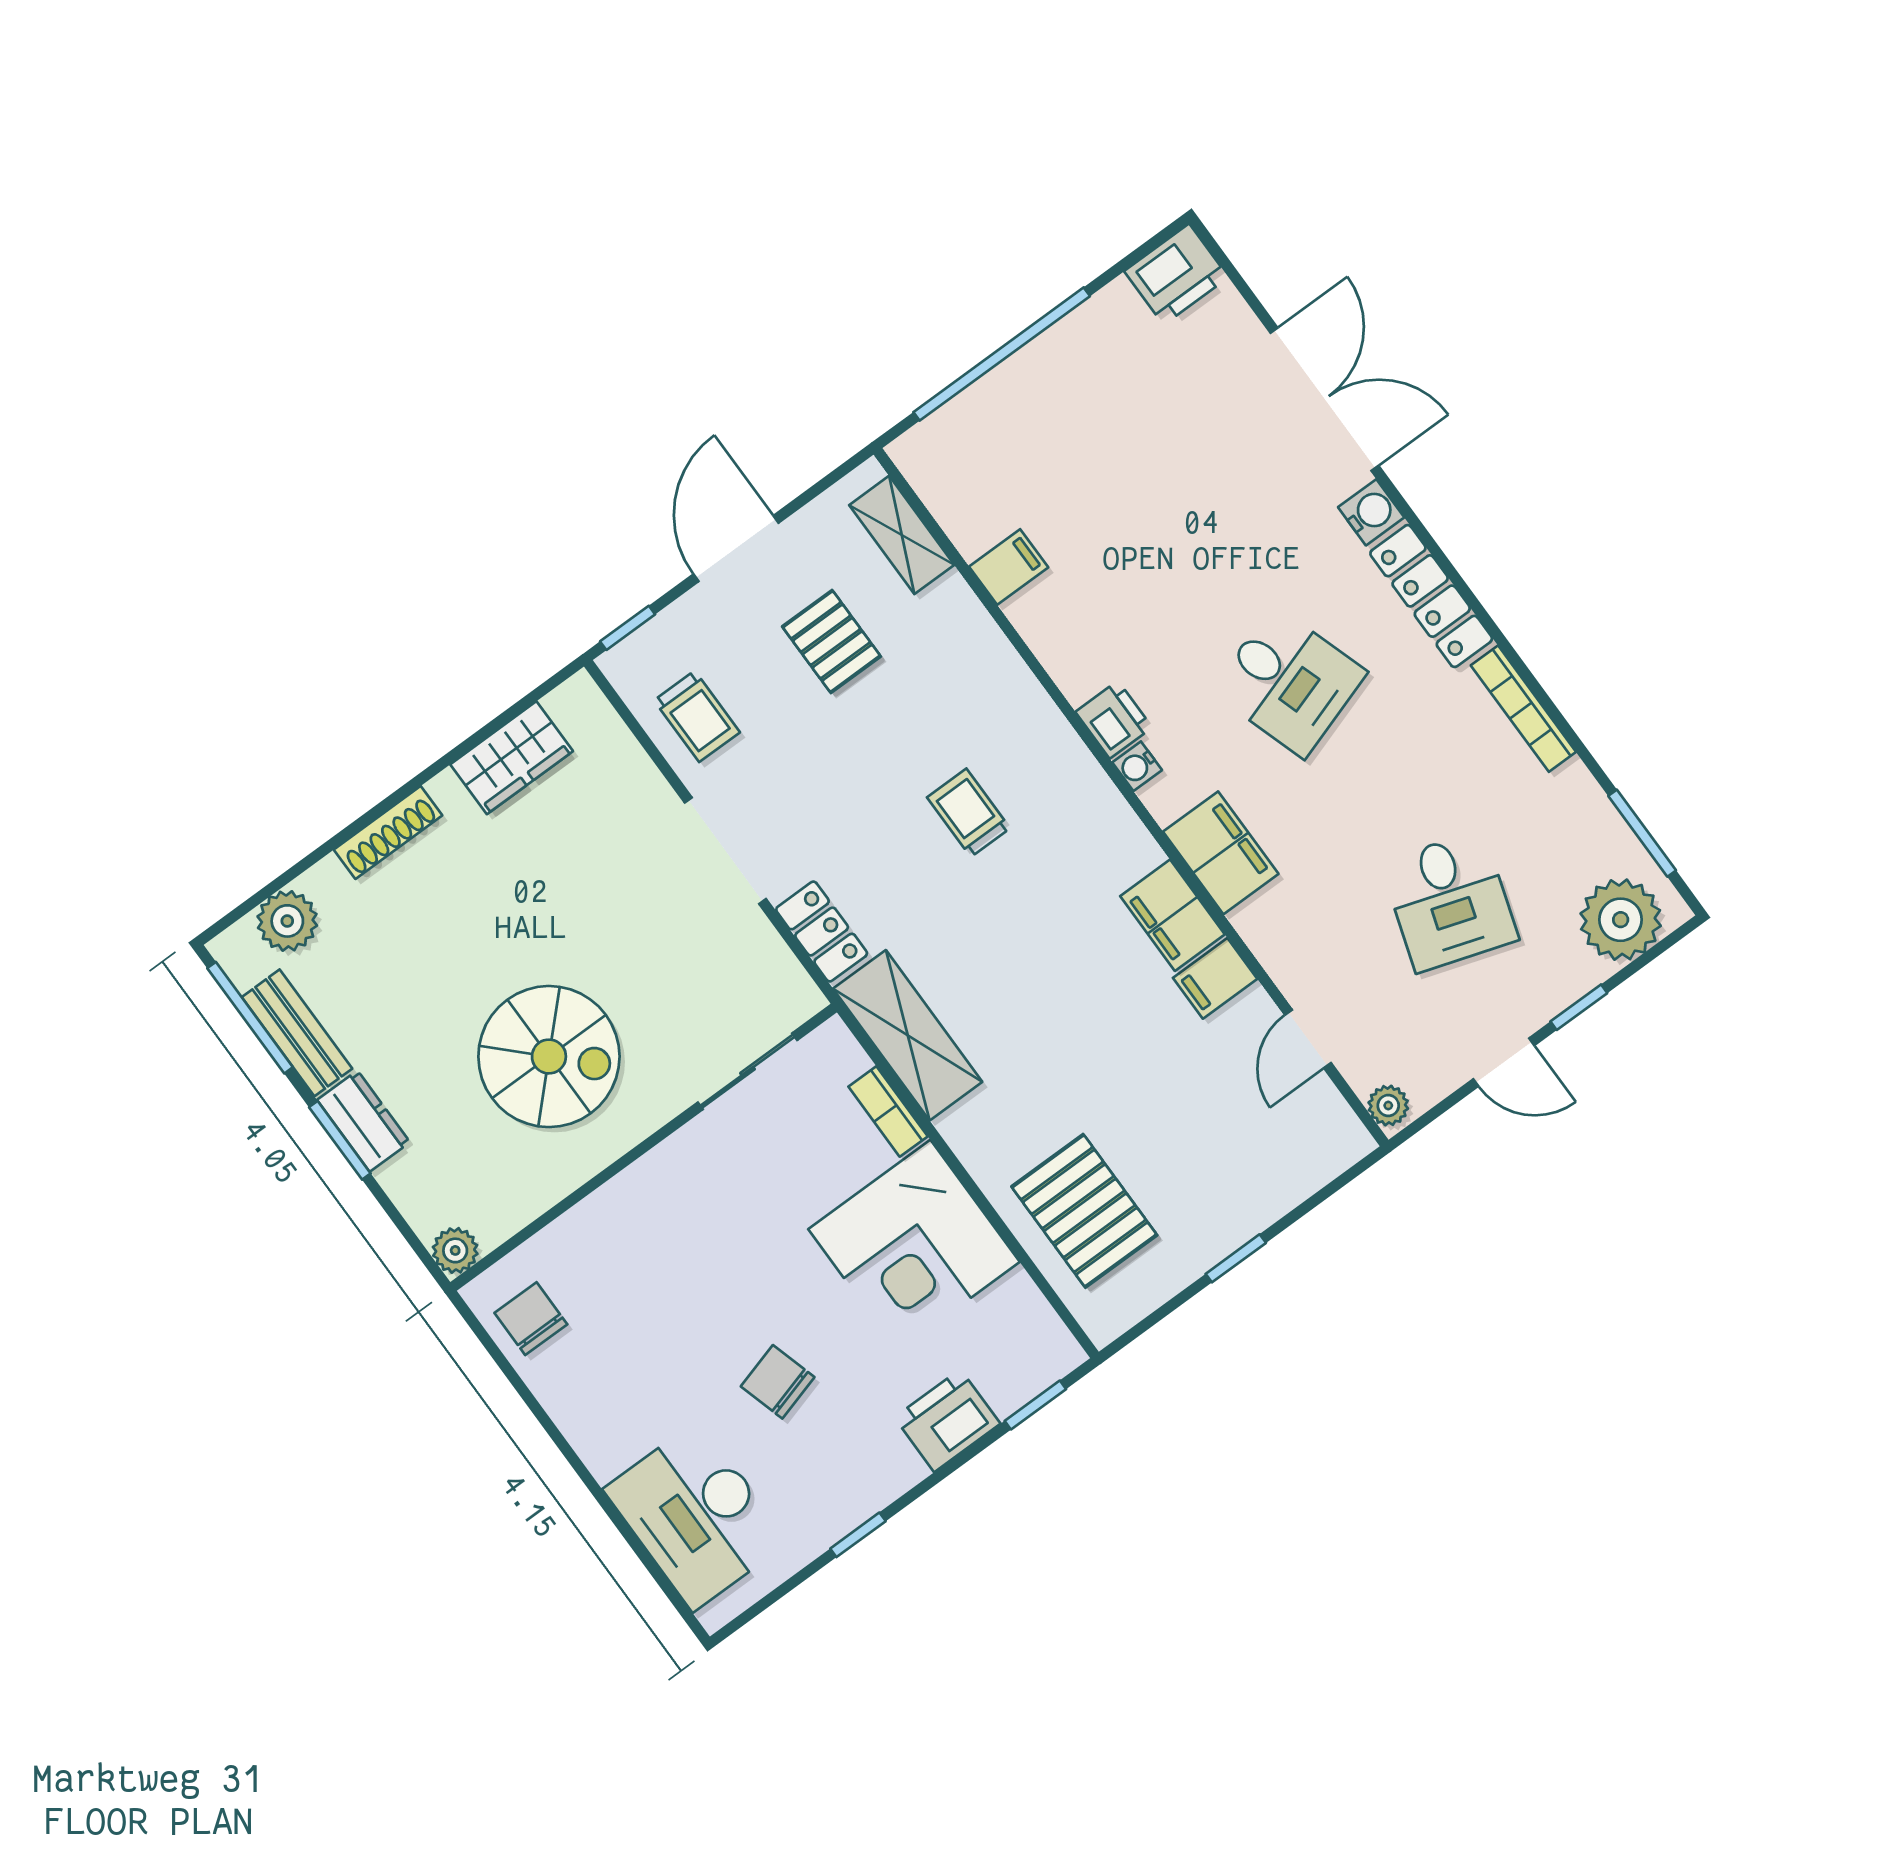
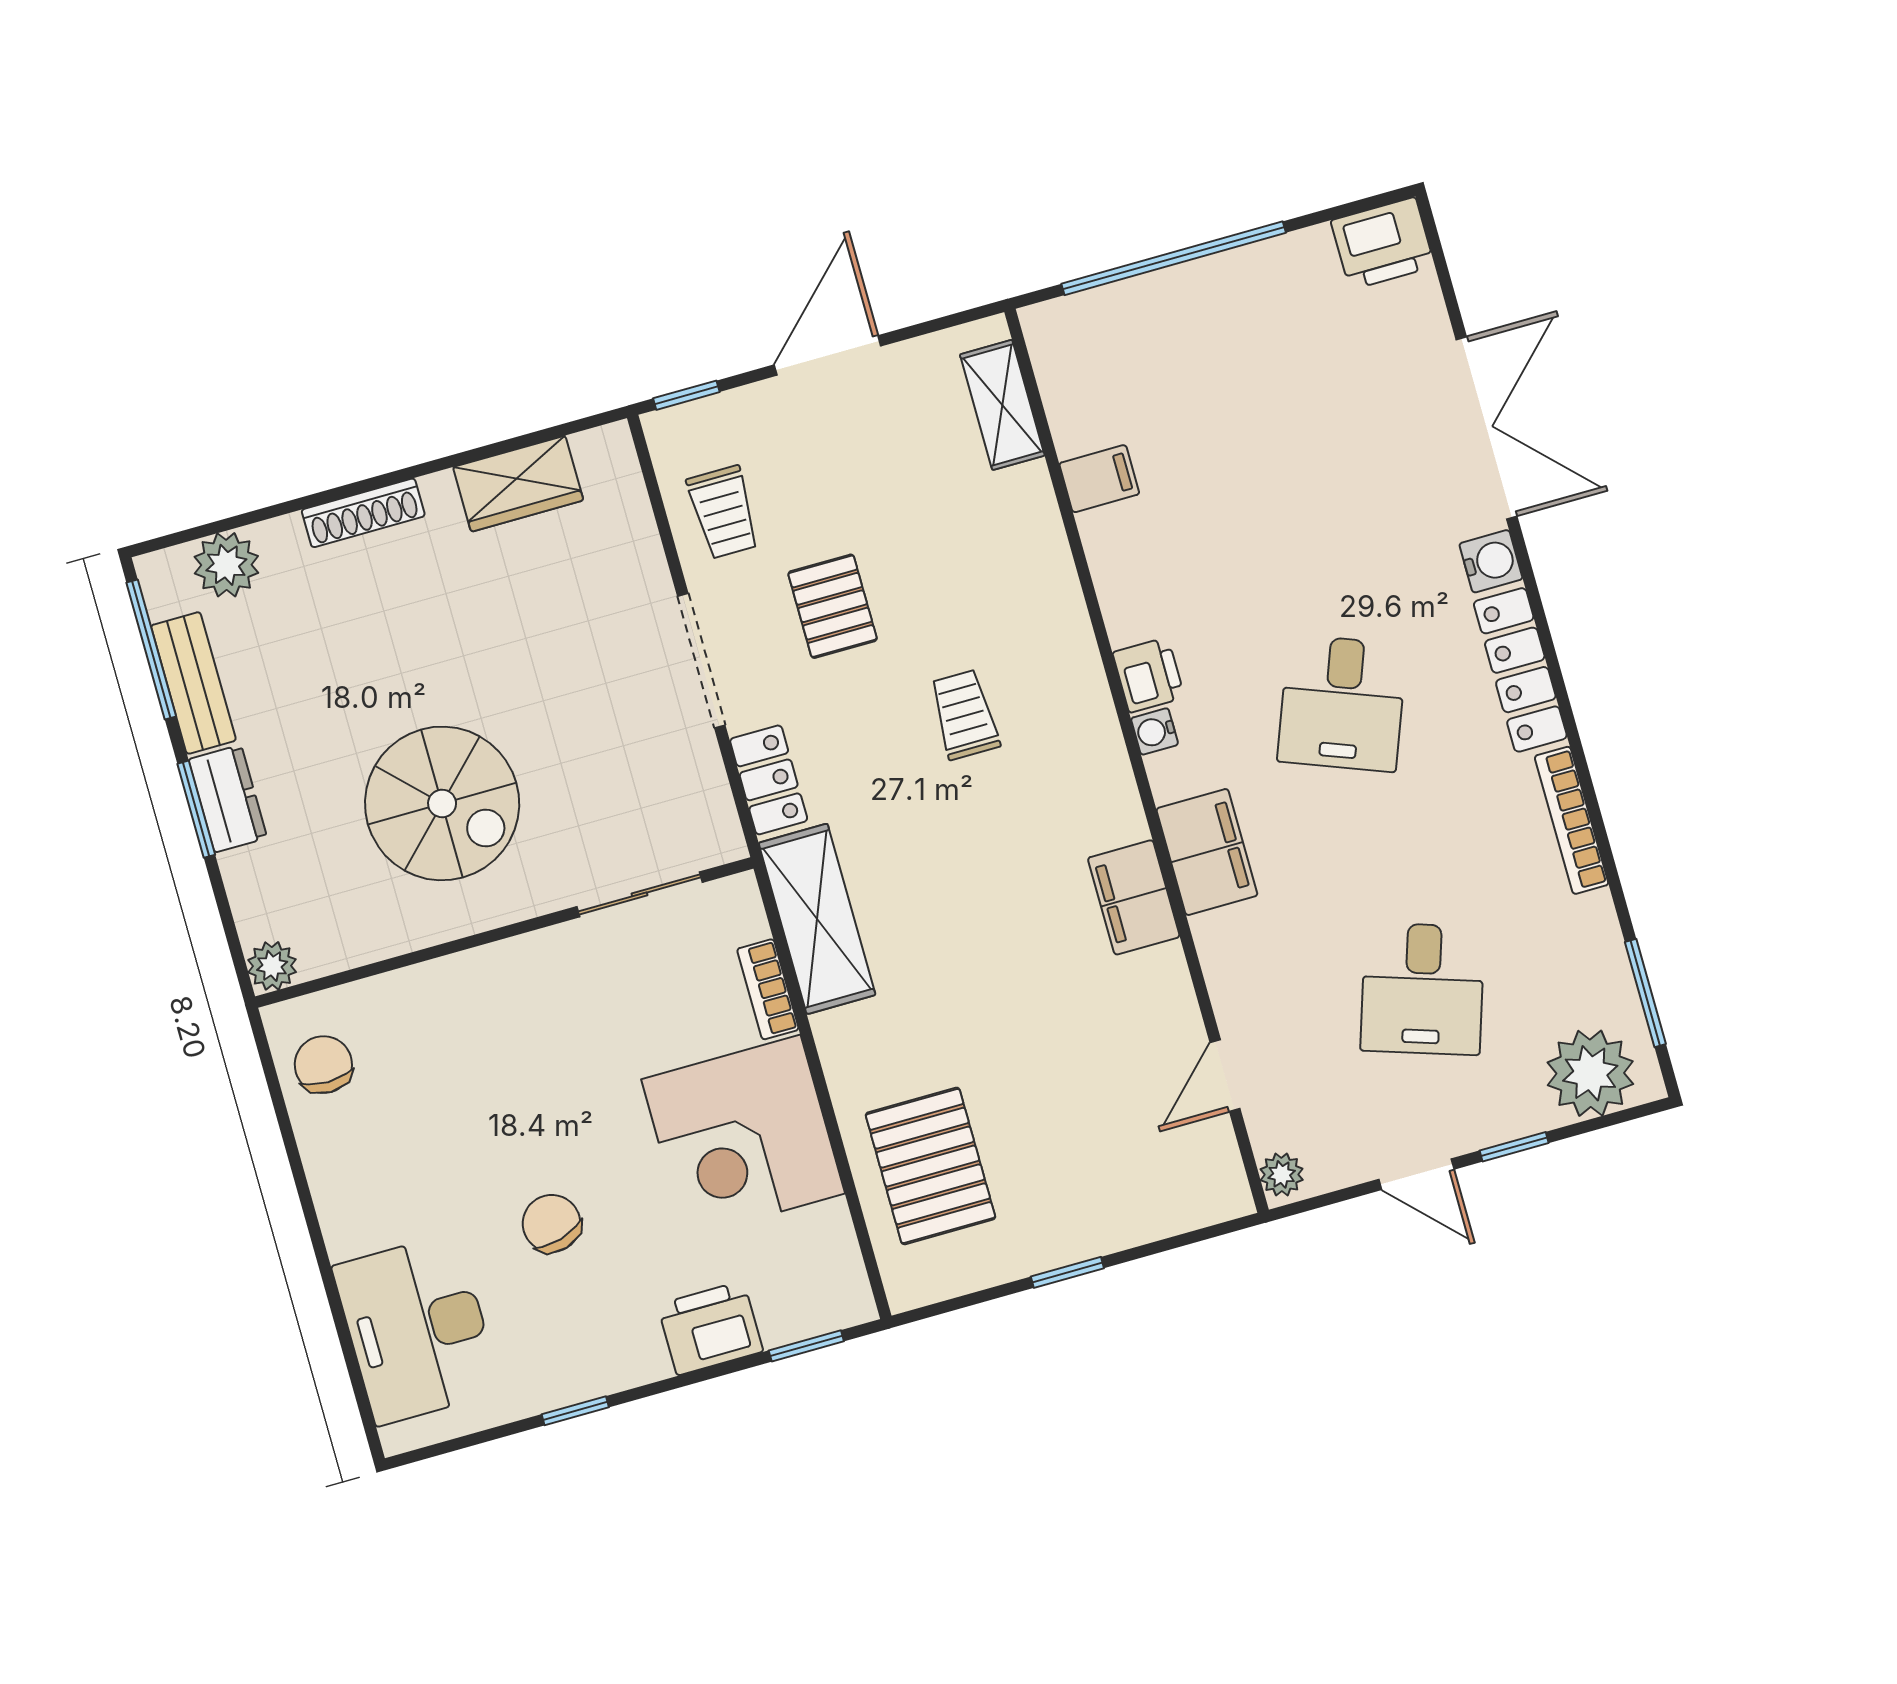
pallet: (831, 642) -> (833, 606), moved
desk: (1289, 682) -> (1342, 703), turned 39
filing cabinet: (1215, 978) -> (1153, 978), removed

